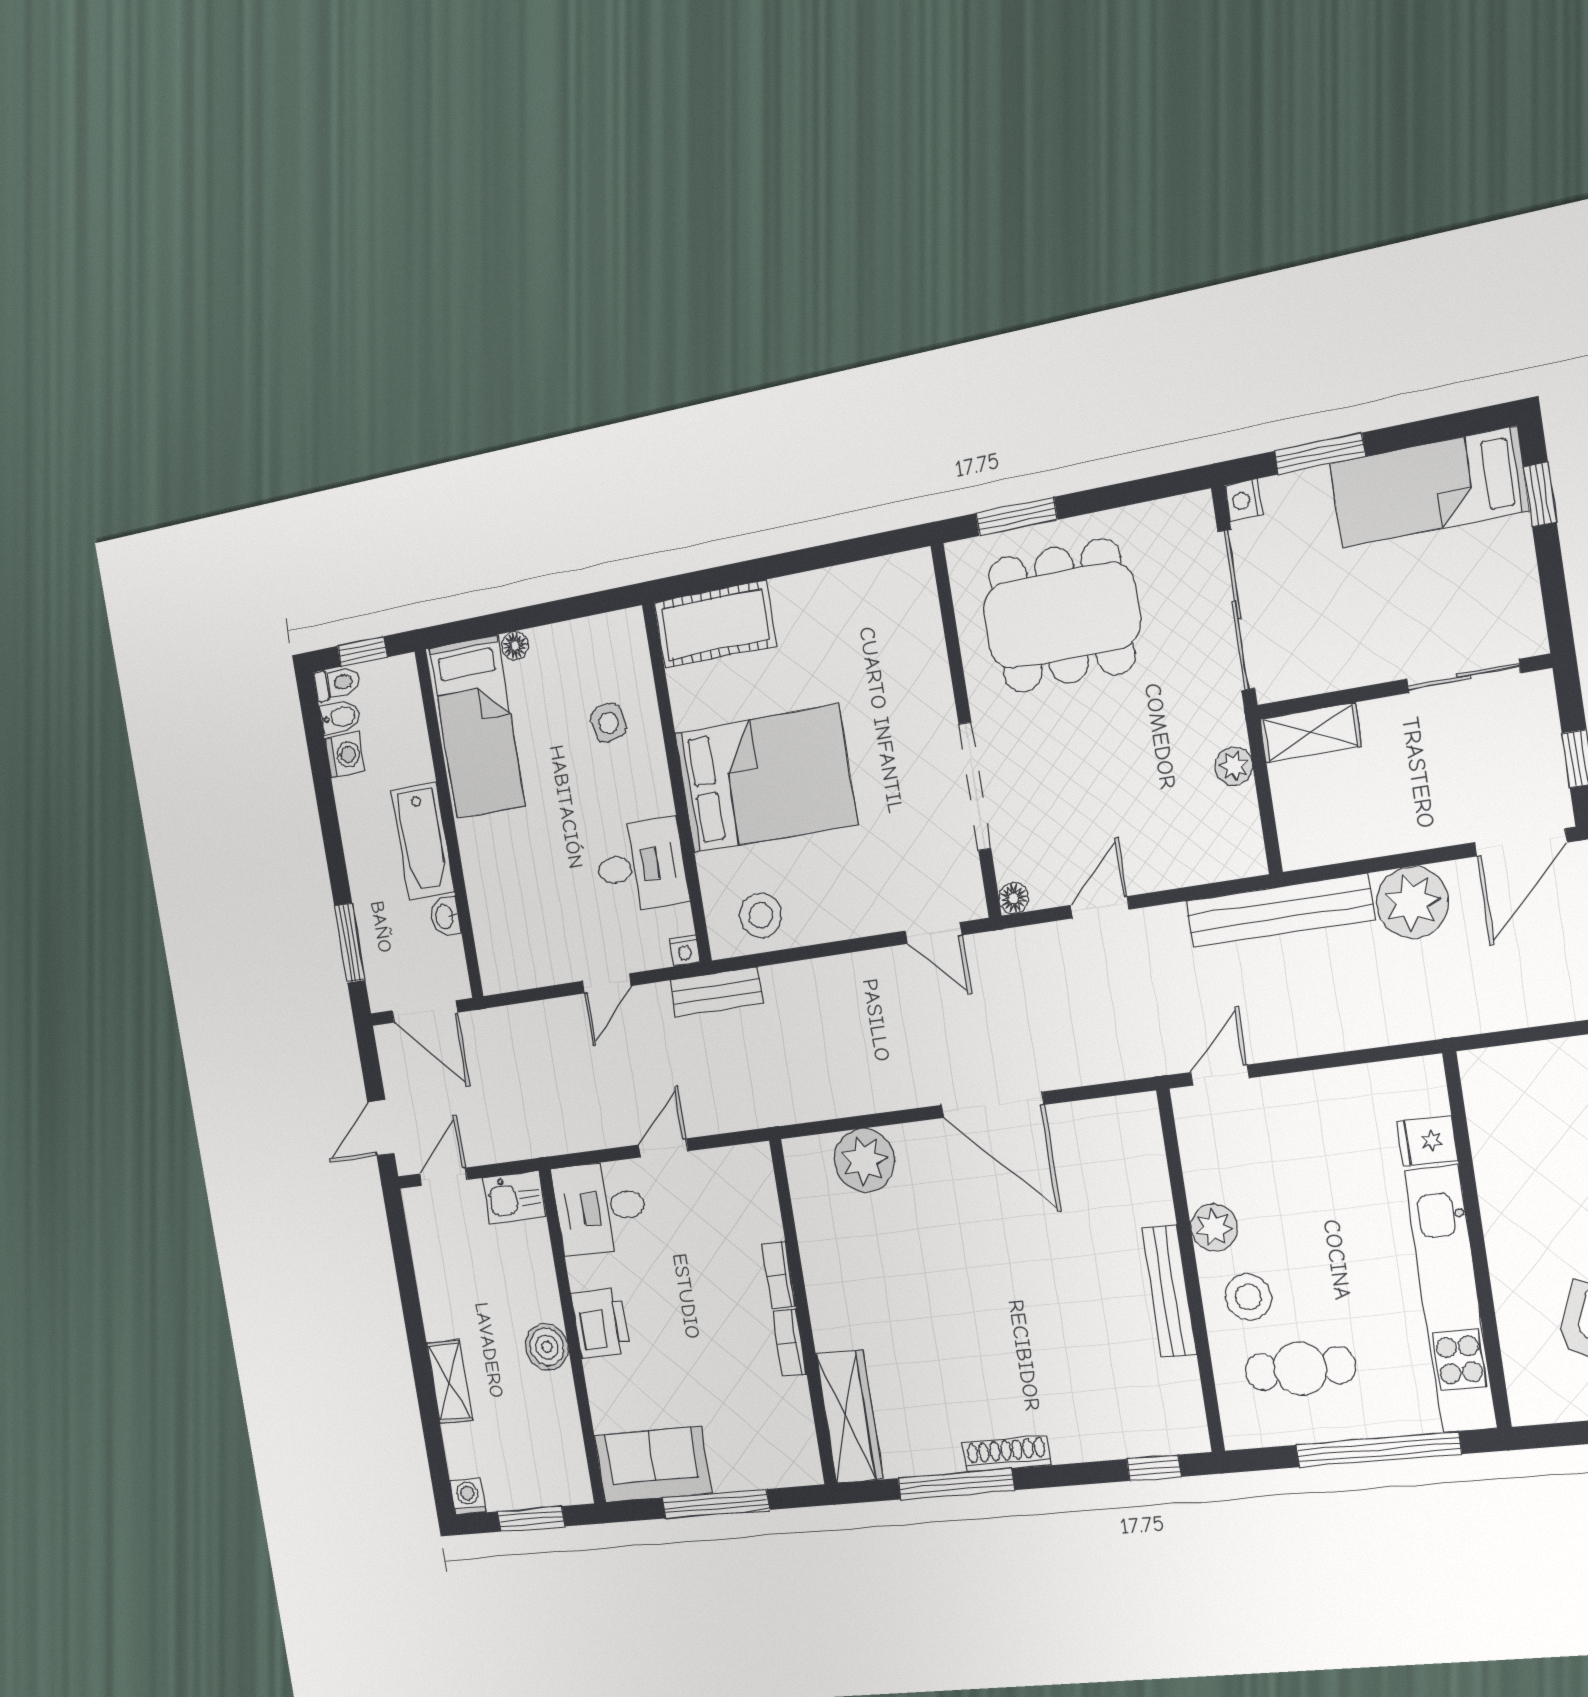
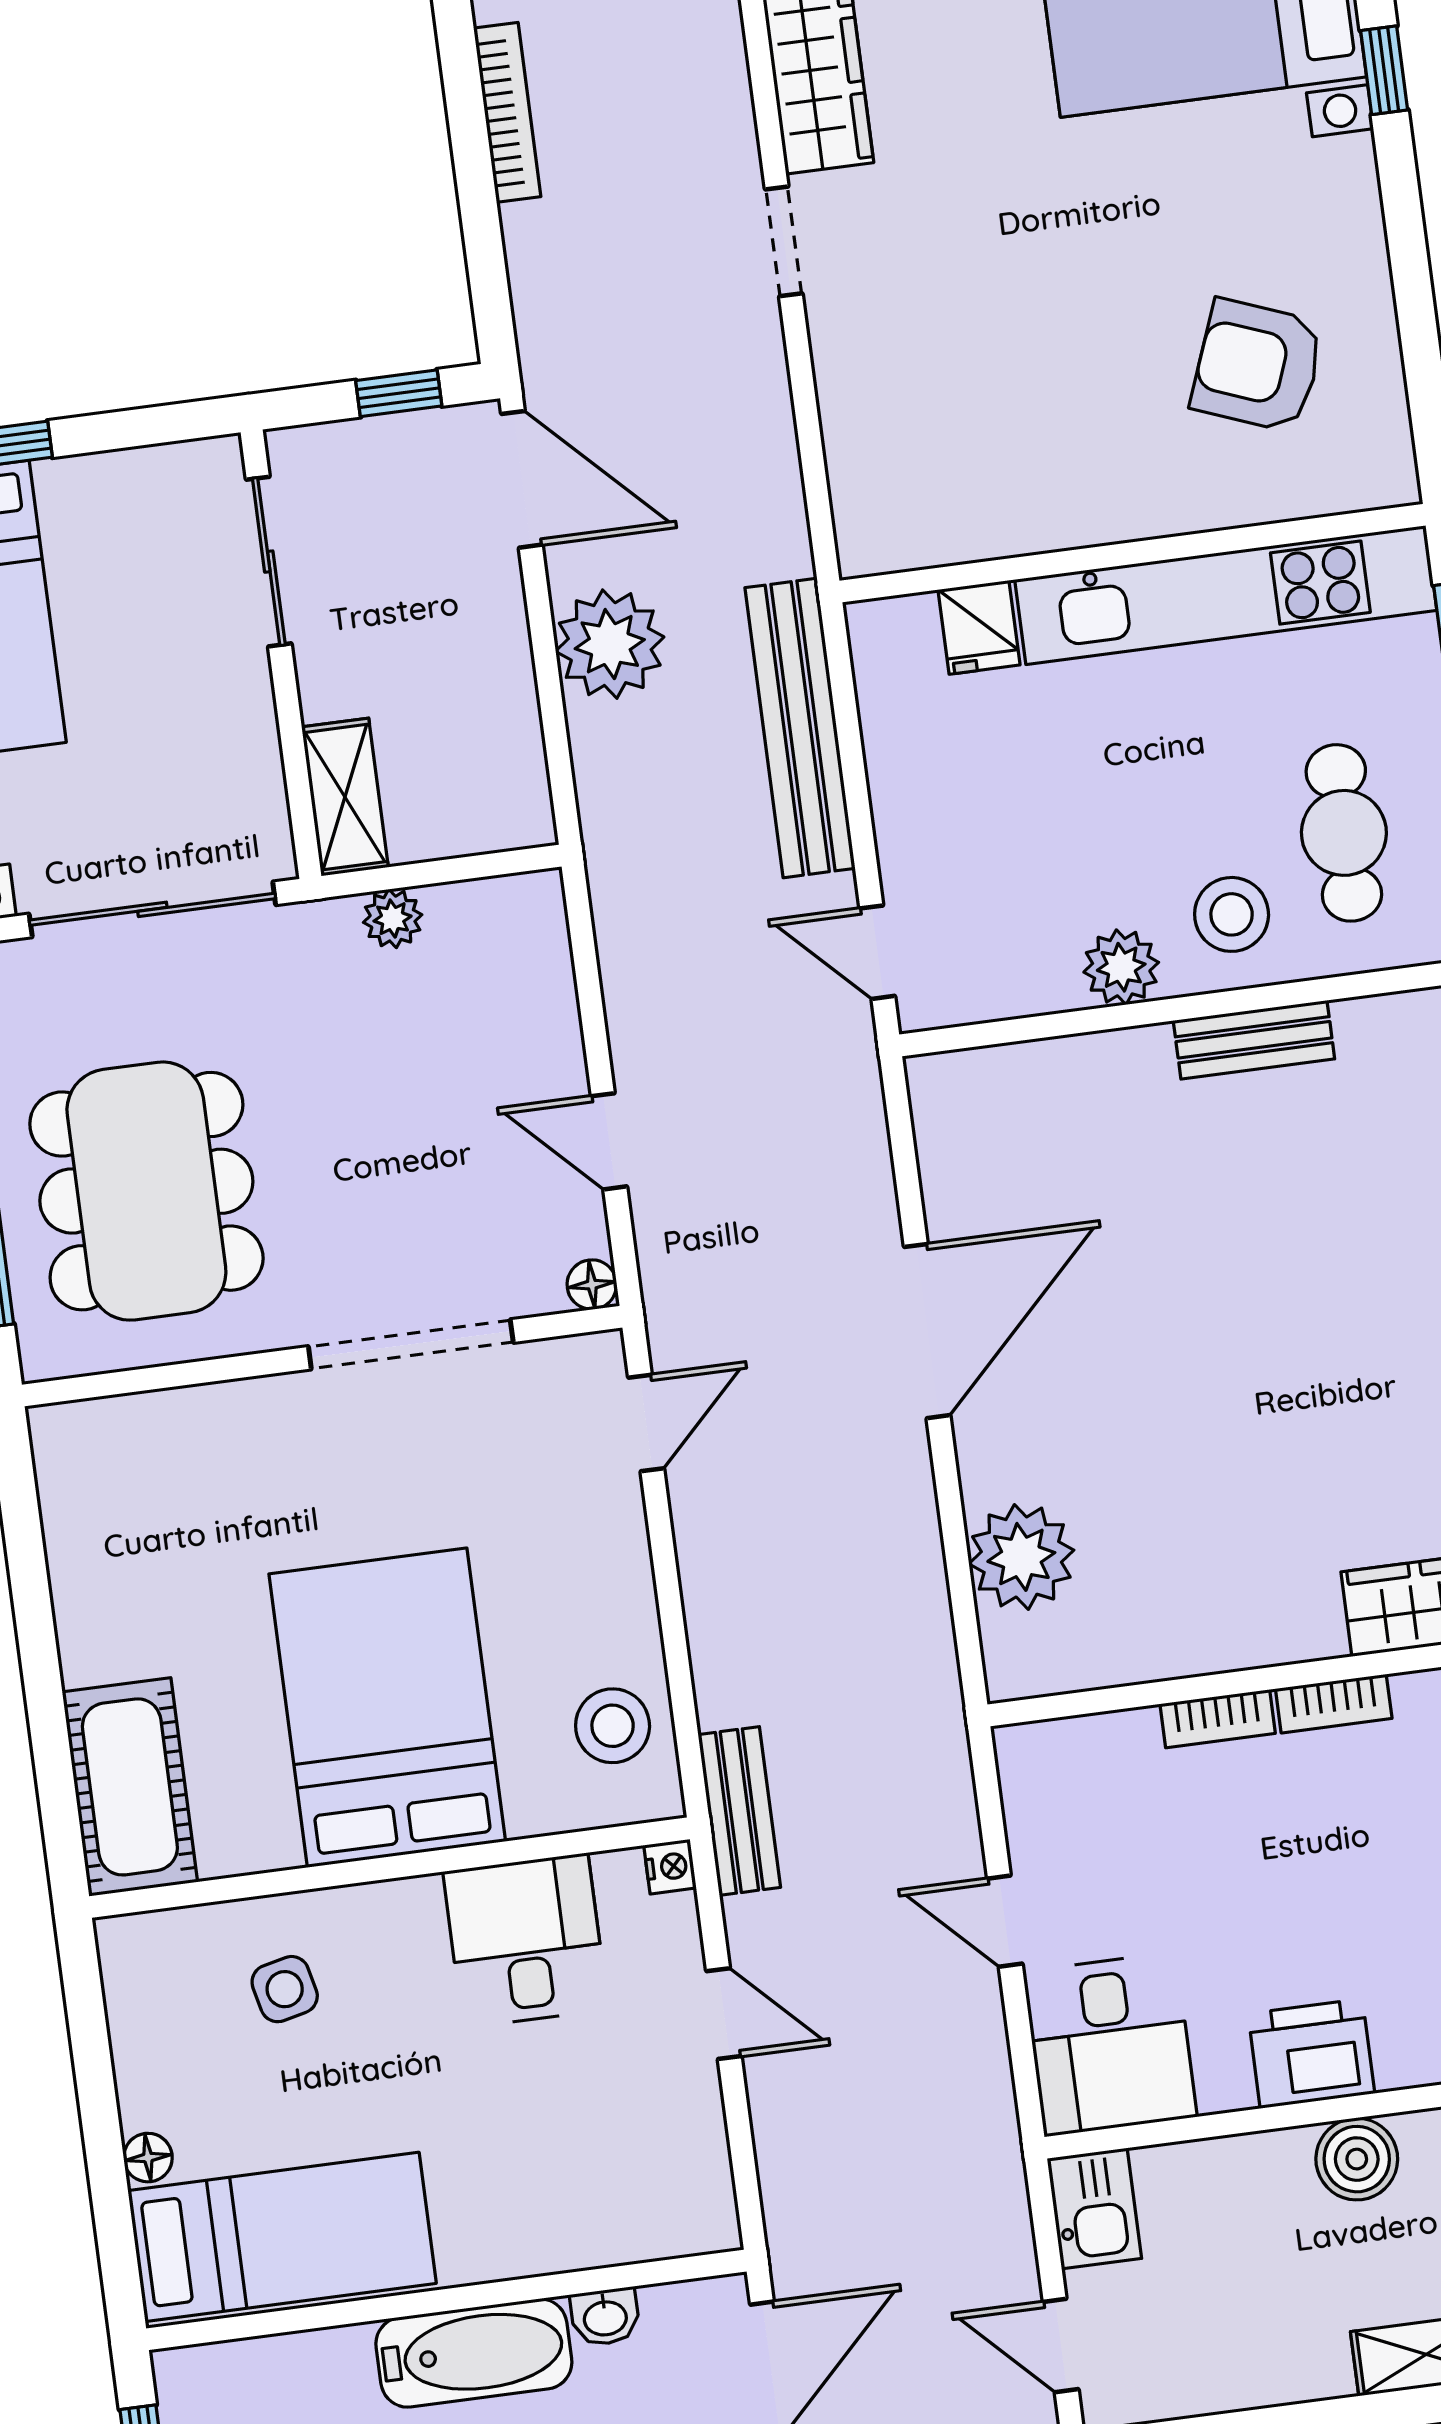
bench: (1279, 910) -> (800, 728), moved
bench: (1169, 1291) -> (1254, 1040), width x0.73

